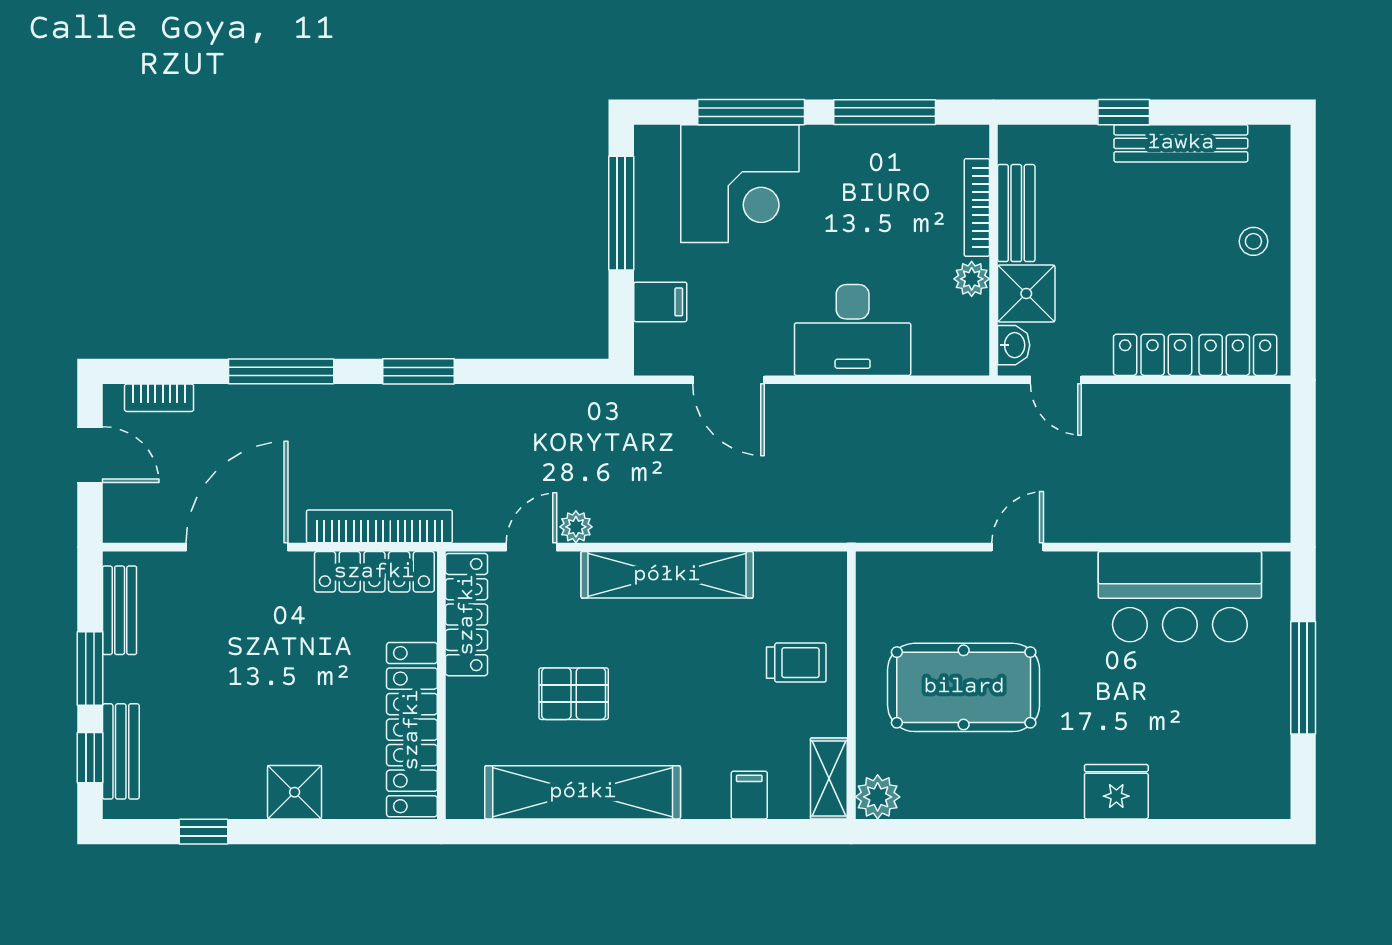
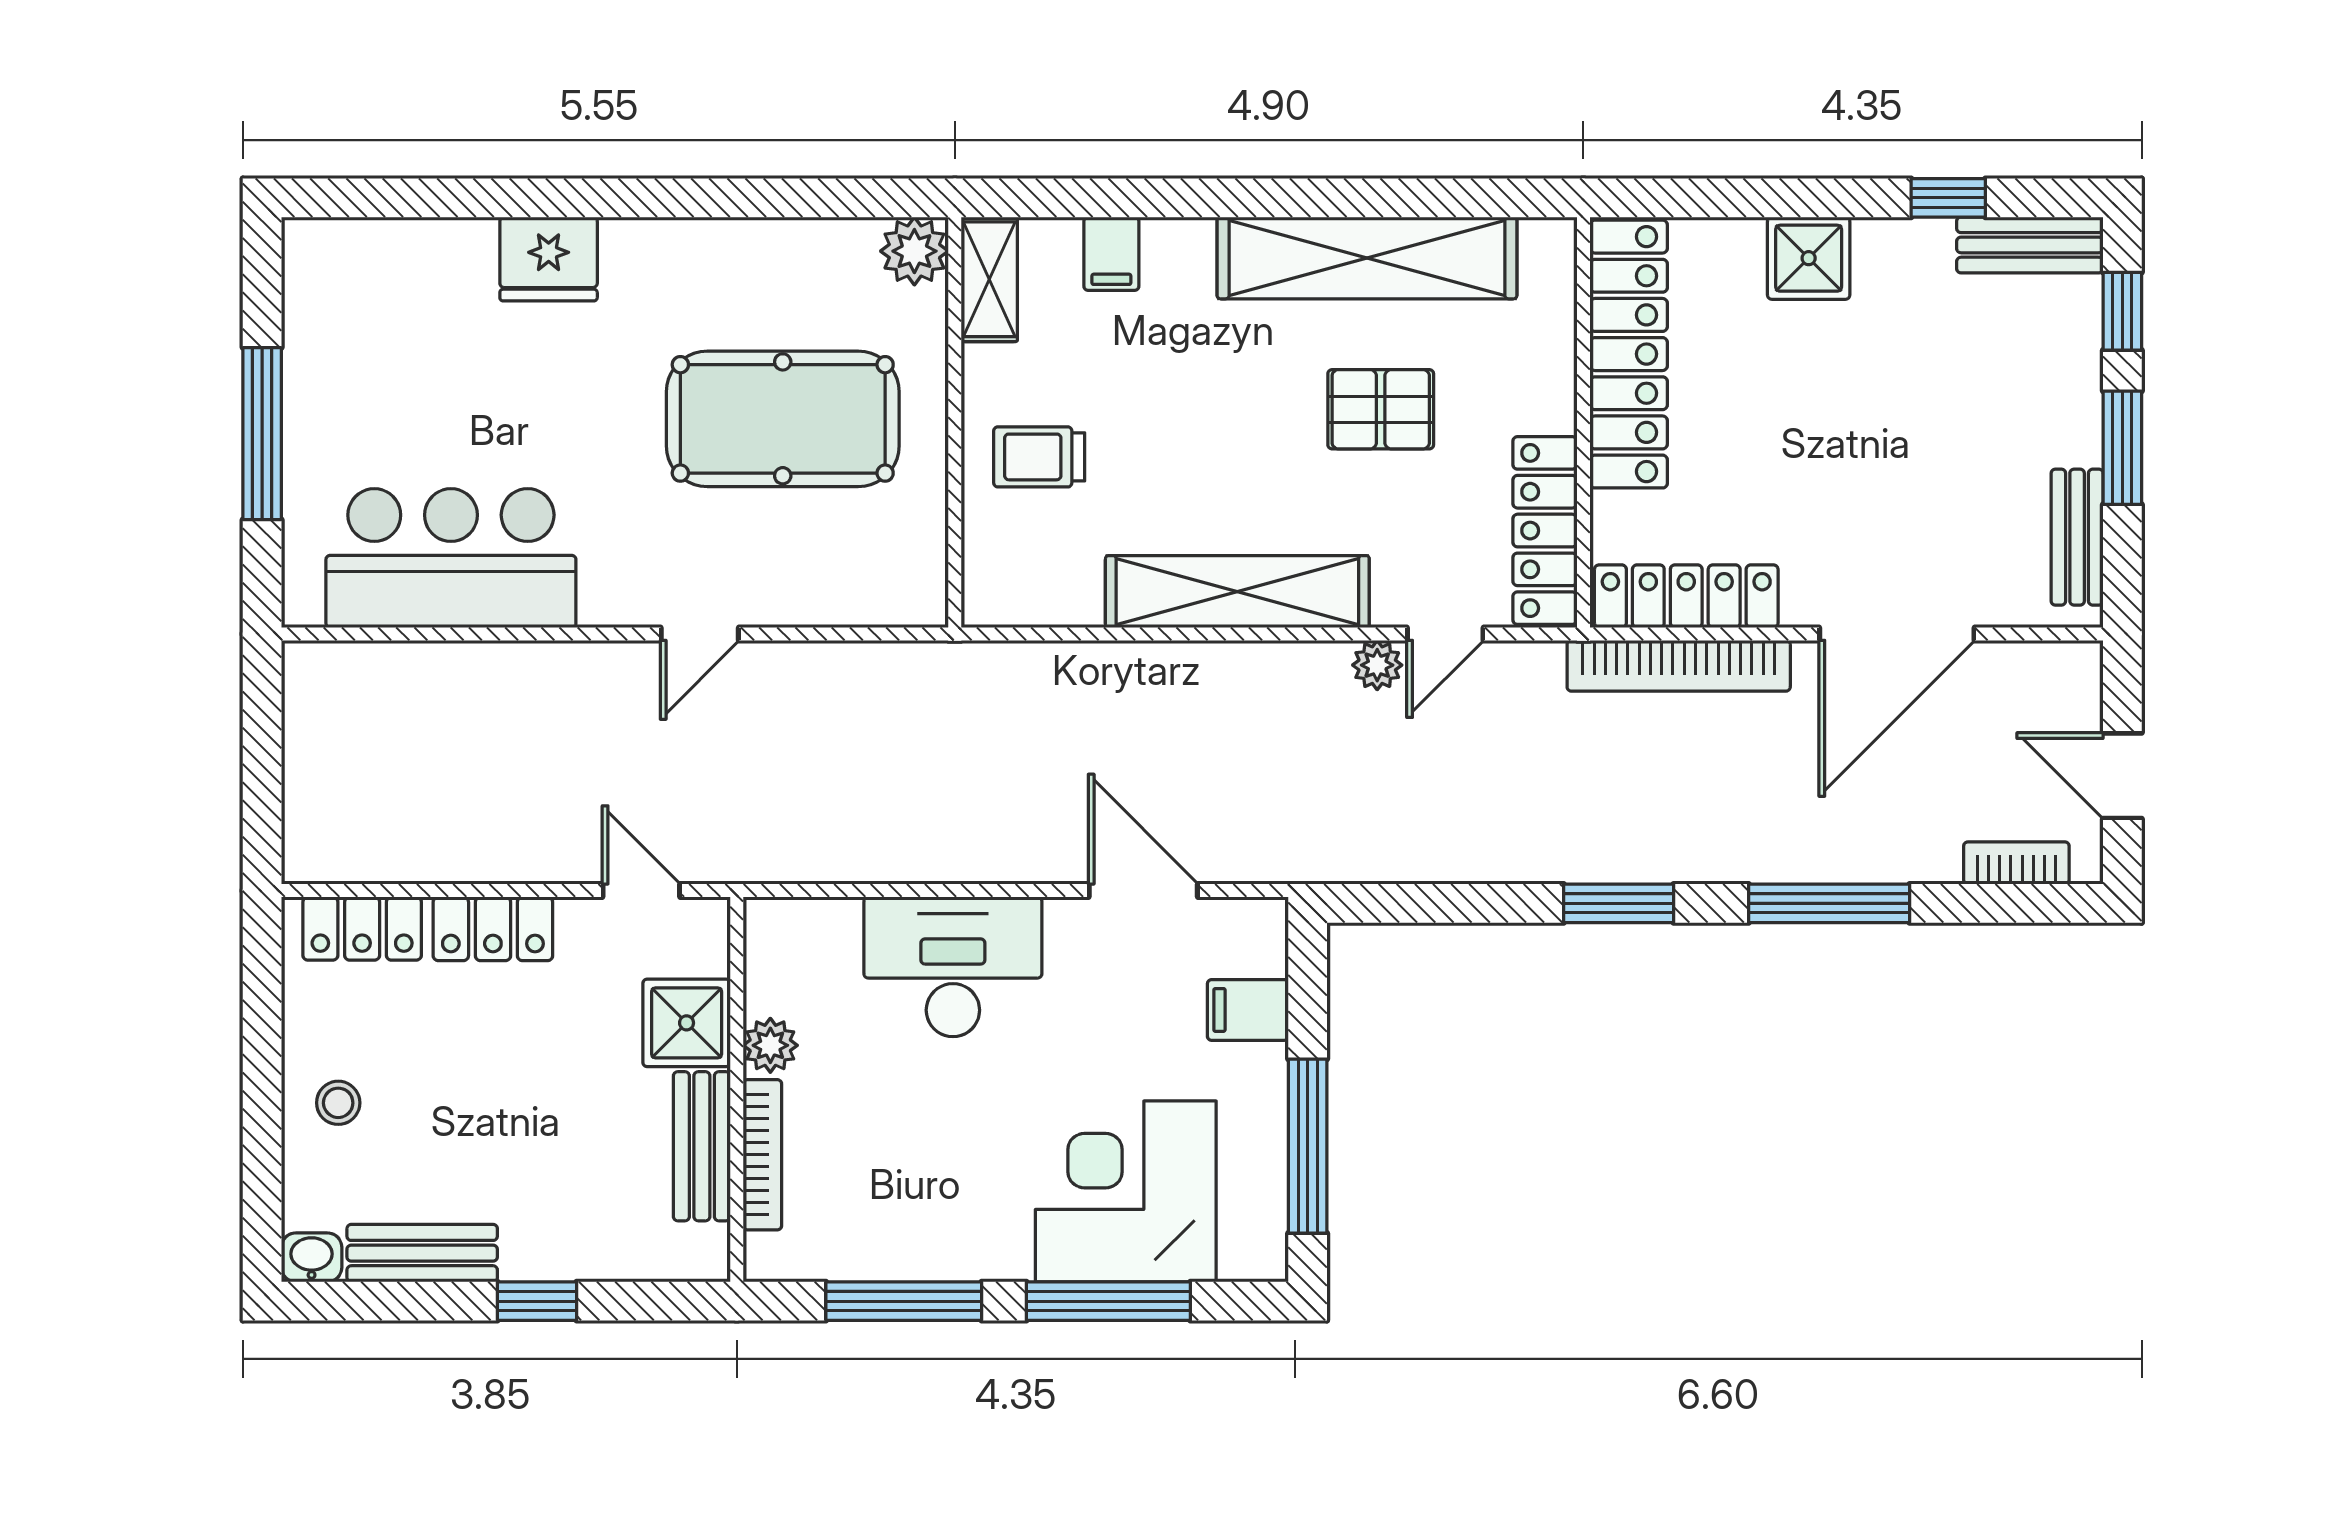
bench: (1181, 143) -> (422, 1253), width x0.73
washbasin: (1014, 345) -> (312, 1257), moved, turned 90
bench: (121, 751) -> (2030, 245), moved, turned 90

